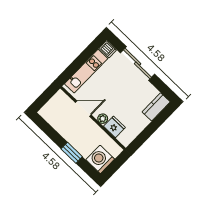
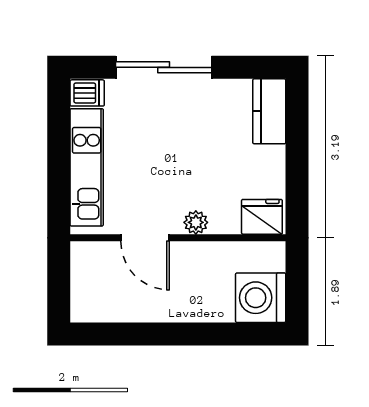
door: (83, 109) -> (145, 238), swing flipped
fridge: (114, 127) -> (262, 217), moved
window: (72, 153) -> (199, 334), removed

